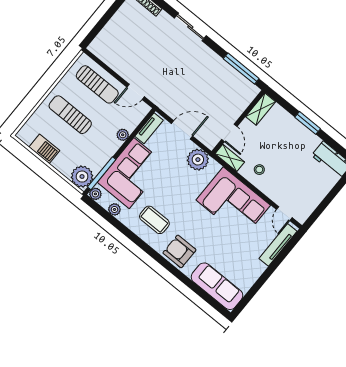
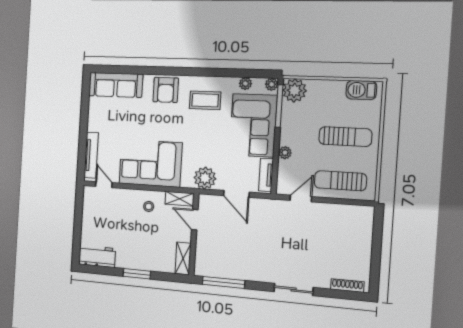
door: (182, 130) -> (236, 194), hinge flipped
barbecue: (44, 149) -> (361, 90), moved
armchair: (179, 251) -> (166, 90), turned 90

